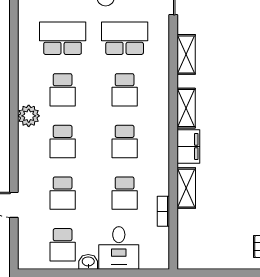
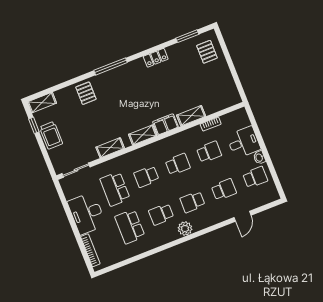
school desk: (63, 90) -> (161, 214), turned 180
school desk: (125, 90) -> (146, 177), turned 180
school desk: (63, 142) -> (193, 202), turned 180

